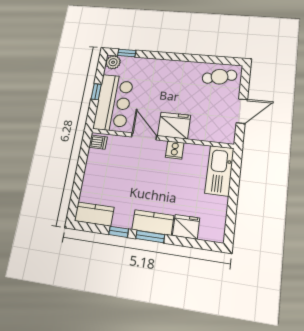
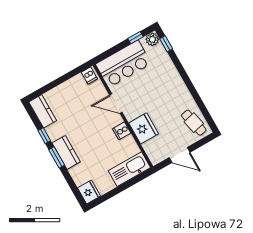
window: (96, 92) -> (136, 38), moved
fridge: (174, 126) -> (144, 128), moved
door: (144, 136) -> (116, 104), swing flipped
fridge: (186, 227) -> (89, 192), moved

